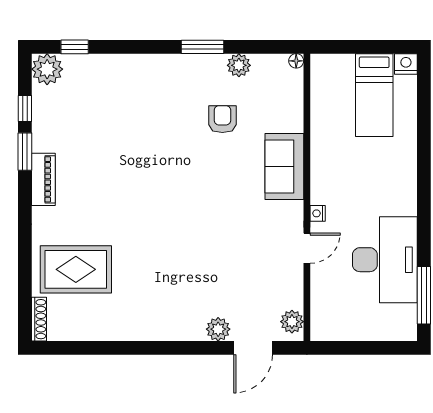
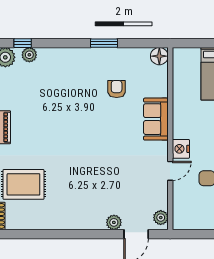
floor lamp: (296, 61) -> (159, 56), width x1.89, depth x1.89
plant: (239, 65) -> (29, 55), moved
nightstand: (318, 213) -> (181, 149), width x1.89, depth x1.79

